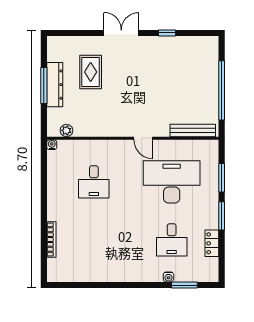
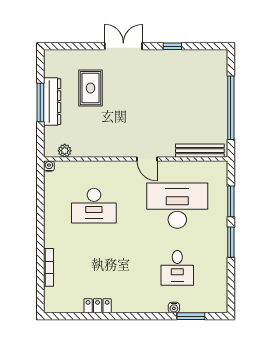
desk: (94, 182) -> (94, 206), width x1.37
locker: (212, 243) -> (98, 306), moved, turned 90

